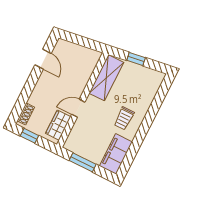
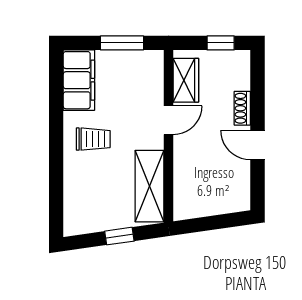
door: (43, 59) -> (258, 145), moved
shoe rack: (26, 114) -> (242, 108), moved
trolley: (124, 118) -> (93, 139), turned 90

